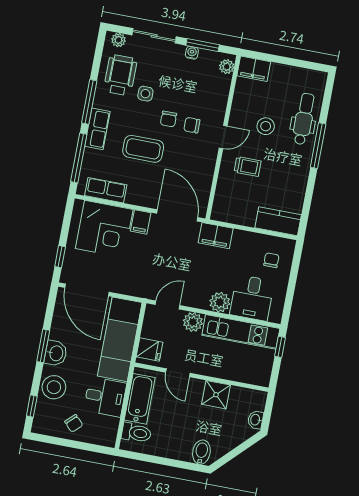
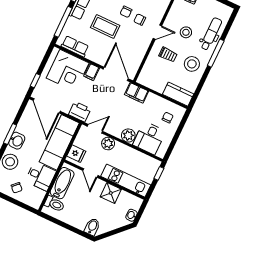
stool: (287, 171) -> (192, 64), added
printer: (138, 286) -> (80, 112), added
kitchen unit: (241, 332) -> (126, 181), moved, turned 180

